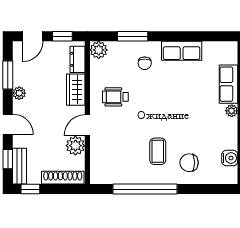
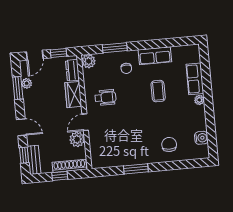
plant: (19, 93) -> (27, 83), moved
wheelchair: (115, 97) -> (105, 97), turned 180
coffee table: (158, 151) -> (158, 91), moved
chair: (189, 163) -> (169, 145), turned 92
window: (30, 189) -> (60, 176), moved
window: (145, 189) -> (136, 169), width x0.47

